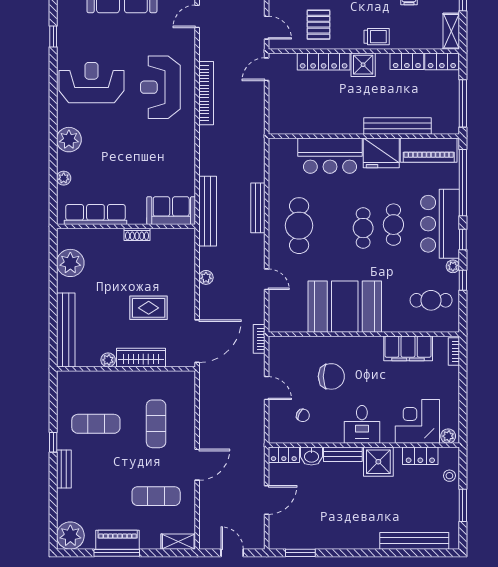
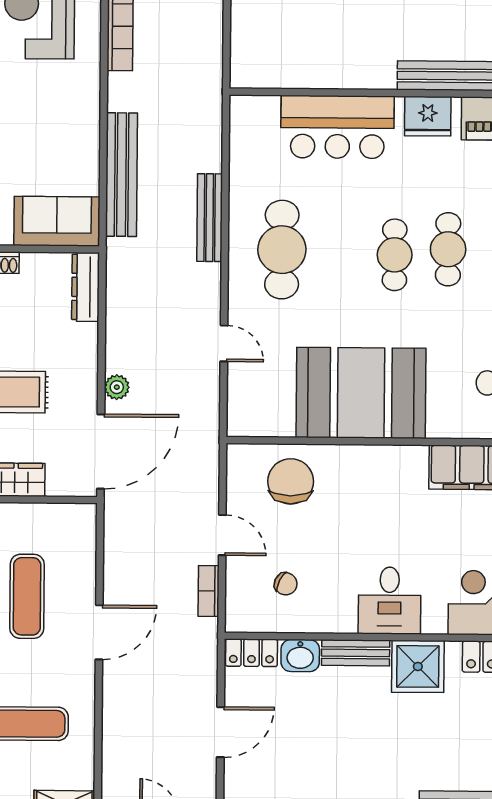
fridge: (381, 153) -> (428, 116), width x0.73, depth x0.75
bench: (208, 211) -> (122, 175), moved
dresser: (188, 248) -> (86, 287), added
plant: (206, 277) -> (117, 387), moved
bookcase: (259, 339) -> (208, 591), moved
chair: (331, 376) -> (291, 481), moved, turned -90
door: (197, 465) -> (99, 632), moved

